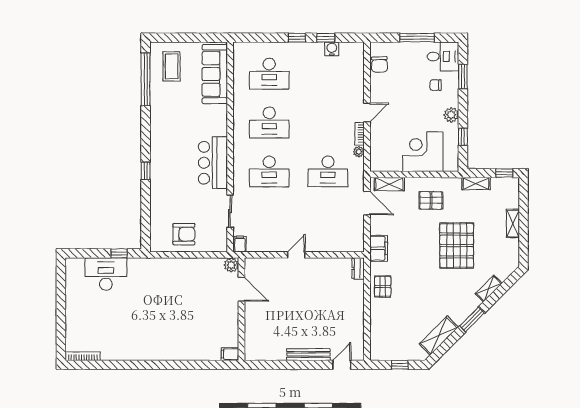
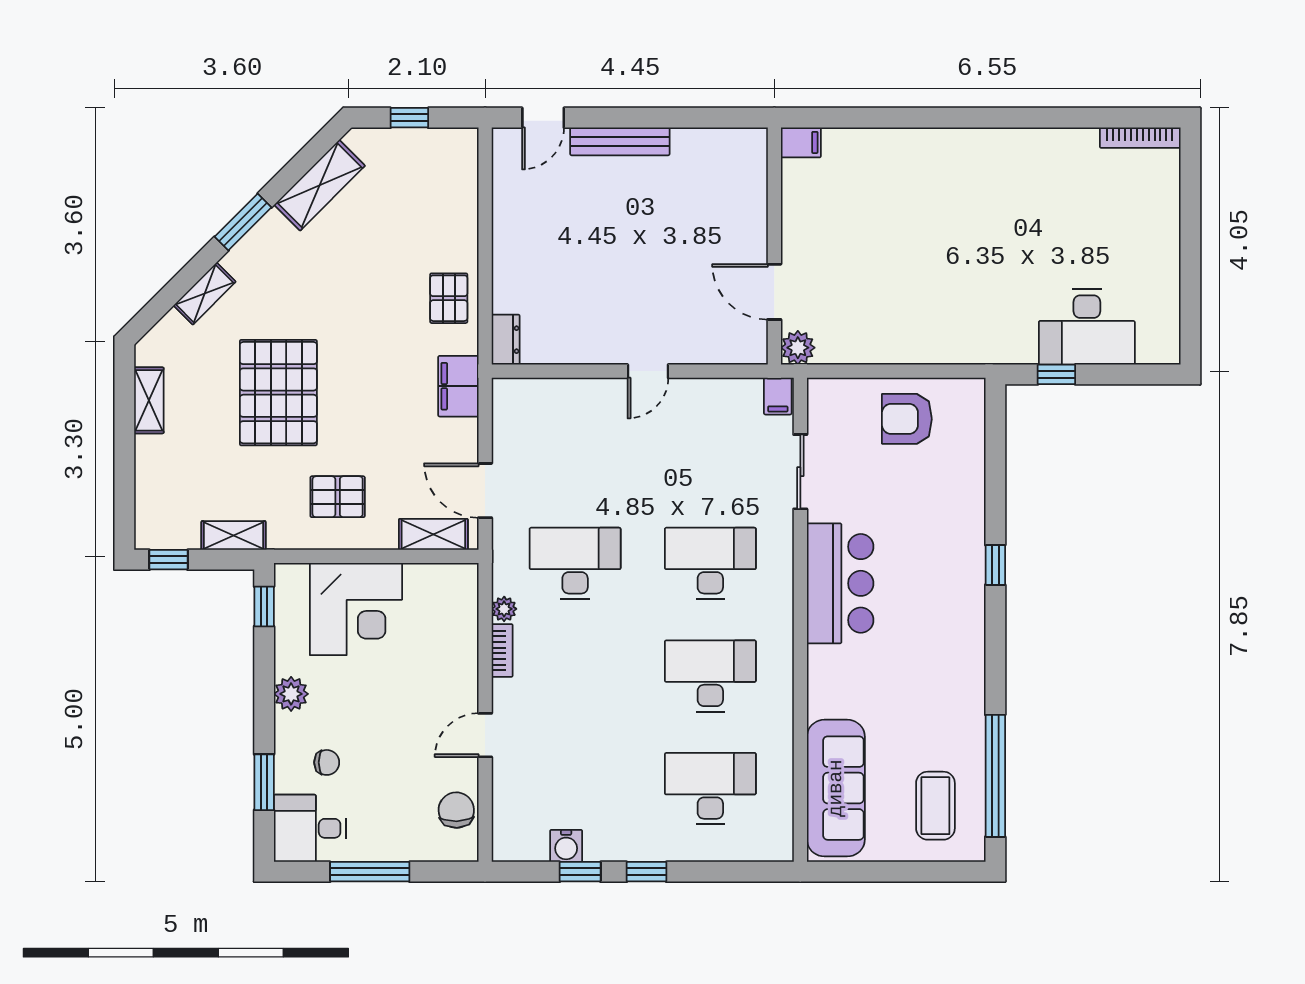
door: (367, 113) -> (485, 735), moved
window: (463, 137) -> (264, 606), moved
shelving: (513, 223) -> (149, 400), moved

